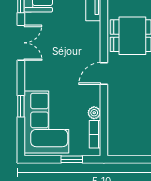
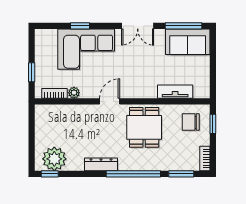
door: (104, 74) -> (110, 101), hinge flipped
corner sofa: (46, 122) -> (86, 49), moved

